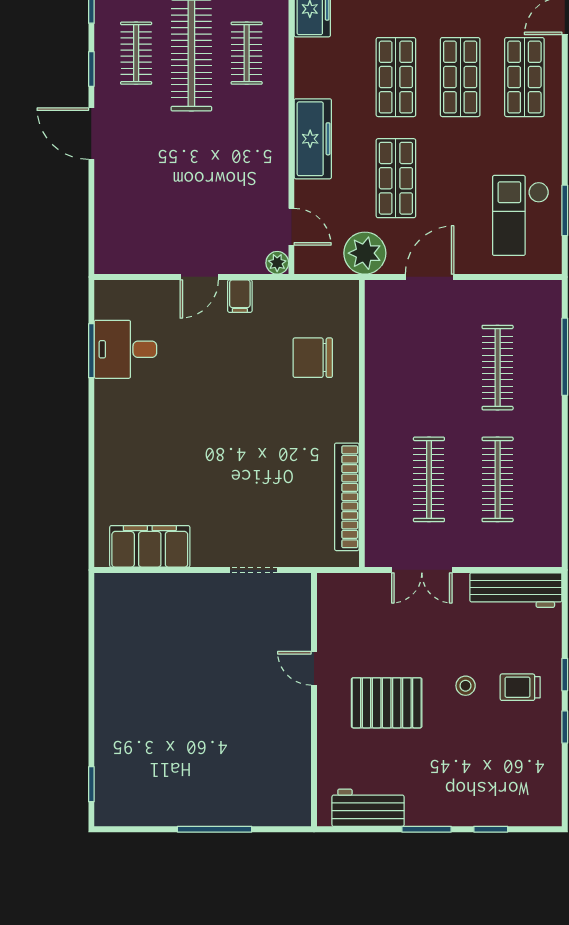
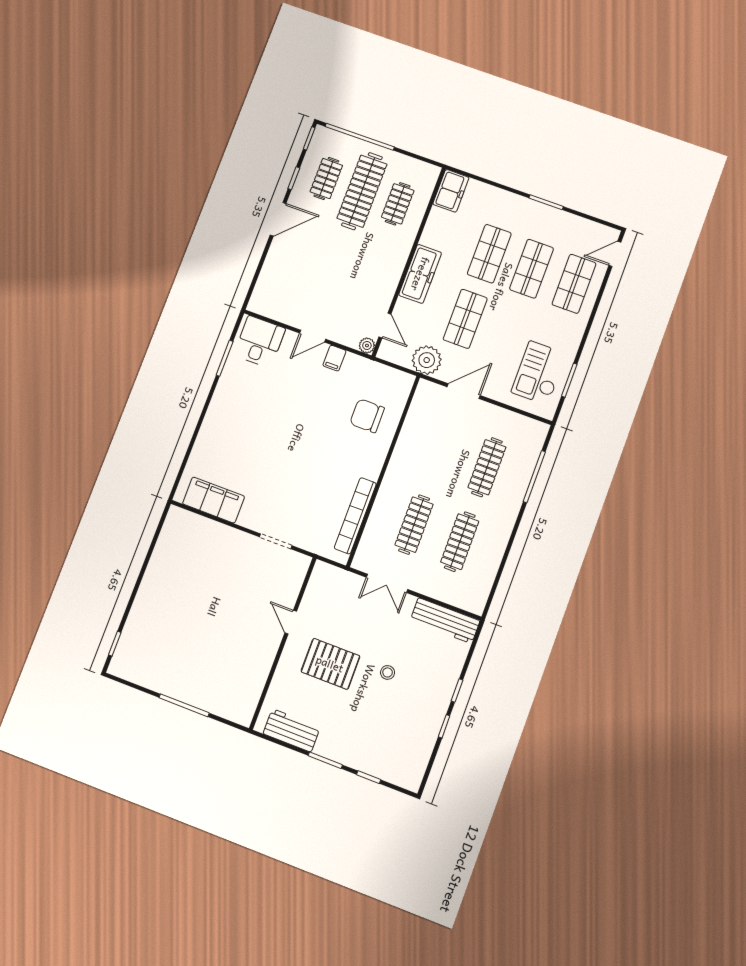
door: (91, 134) -> (278, 219), swing flipped
desk: (125, 349) -> (260, 342), moved, turned 90
trolley: (520, 687) -> (424, 688), removed

